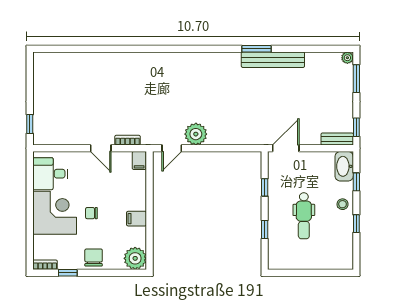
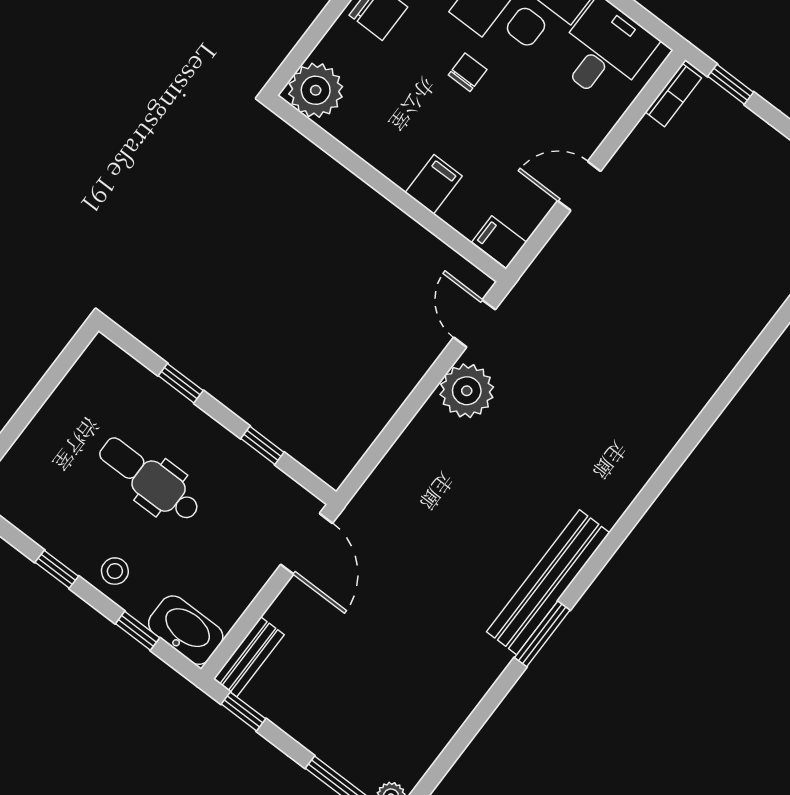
bench: (273, 60) -> (548, 582), moved
bookcase: (128, 140) -> (673, 95), moved
filing cabinet: (137, 219) -> (434, 184), moved

